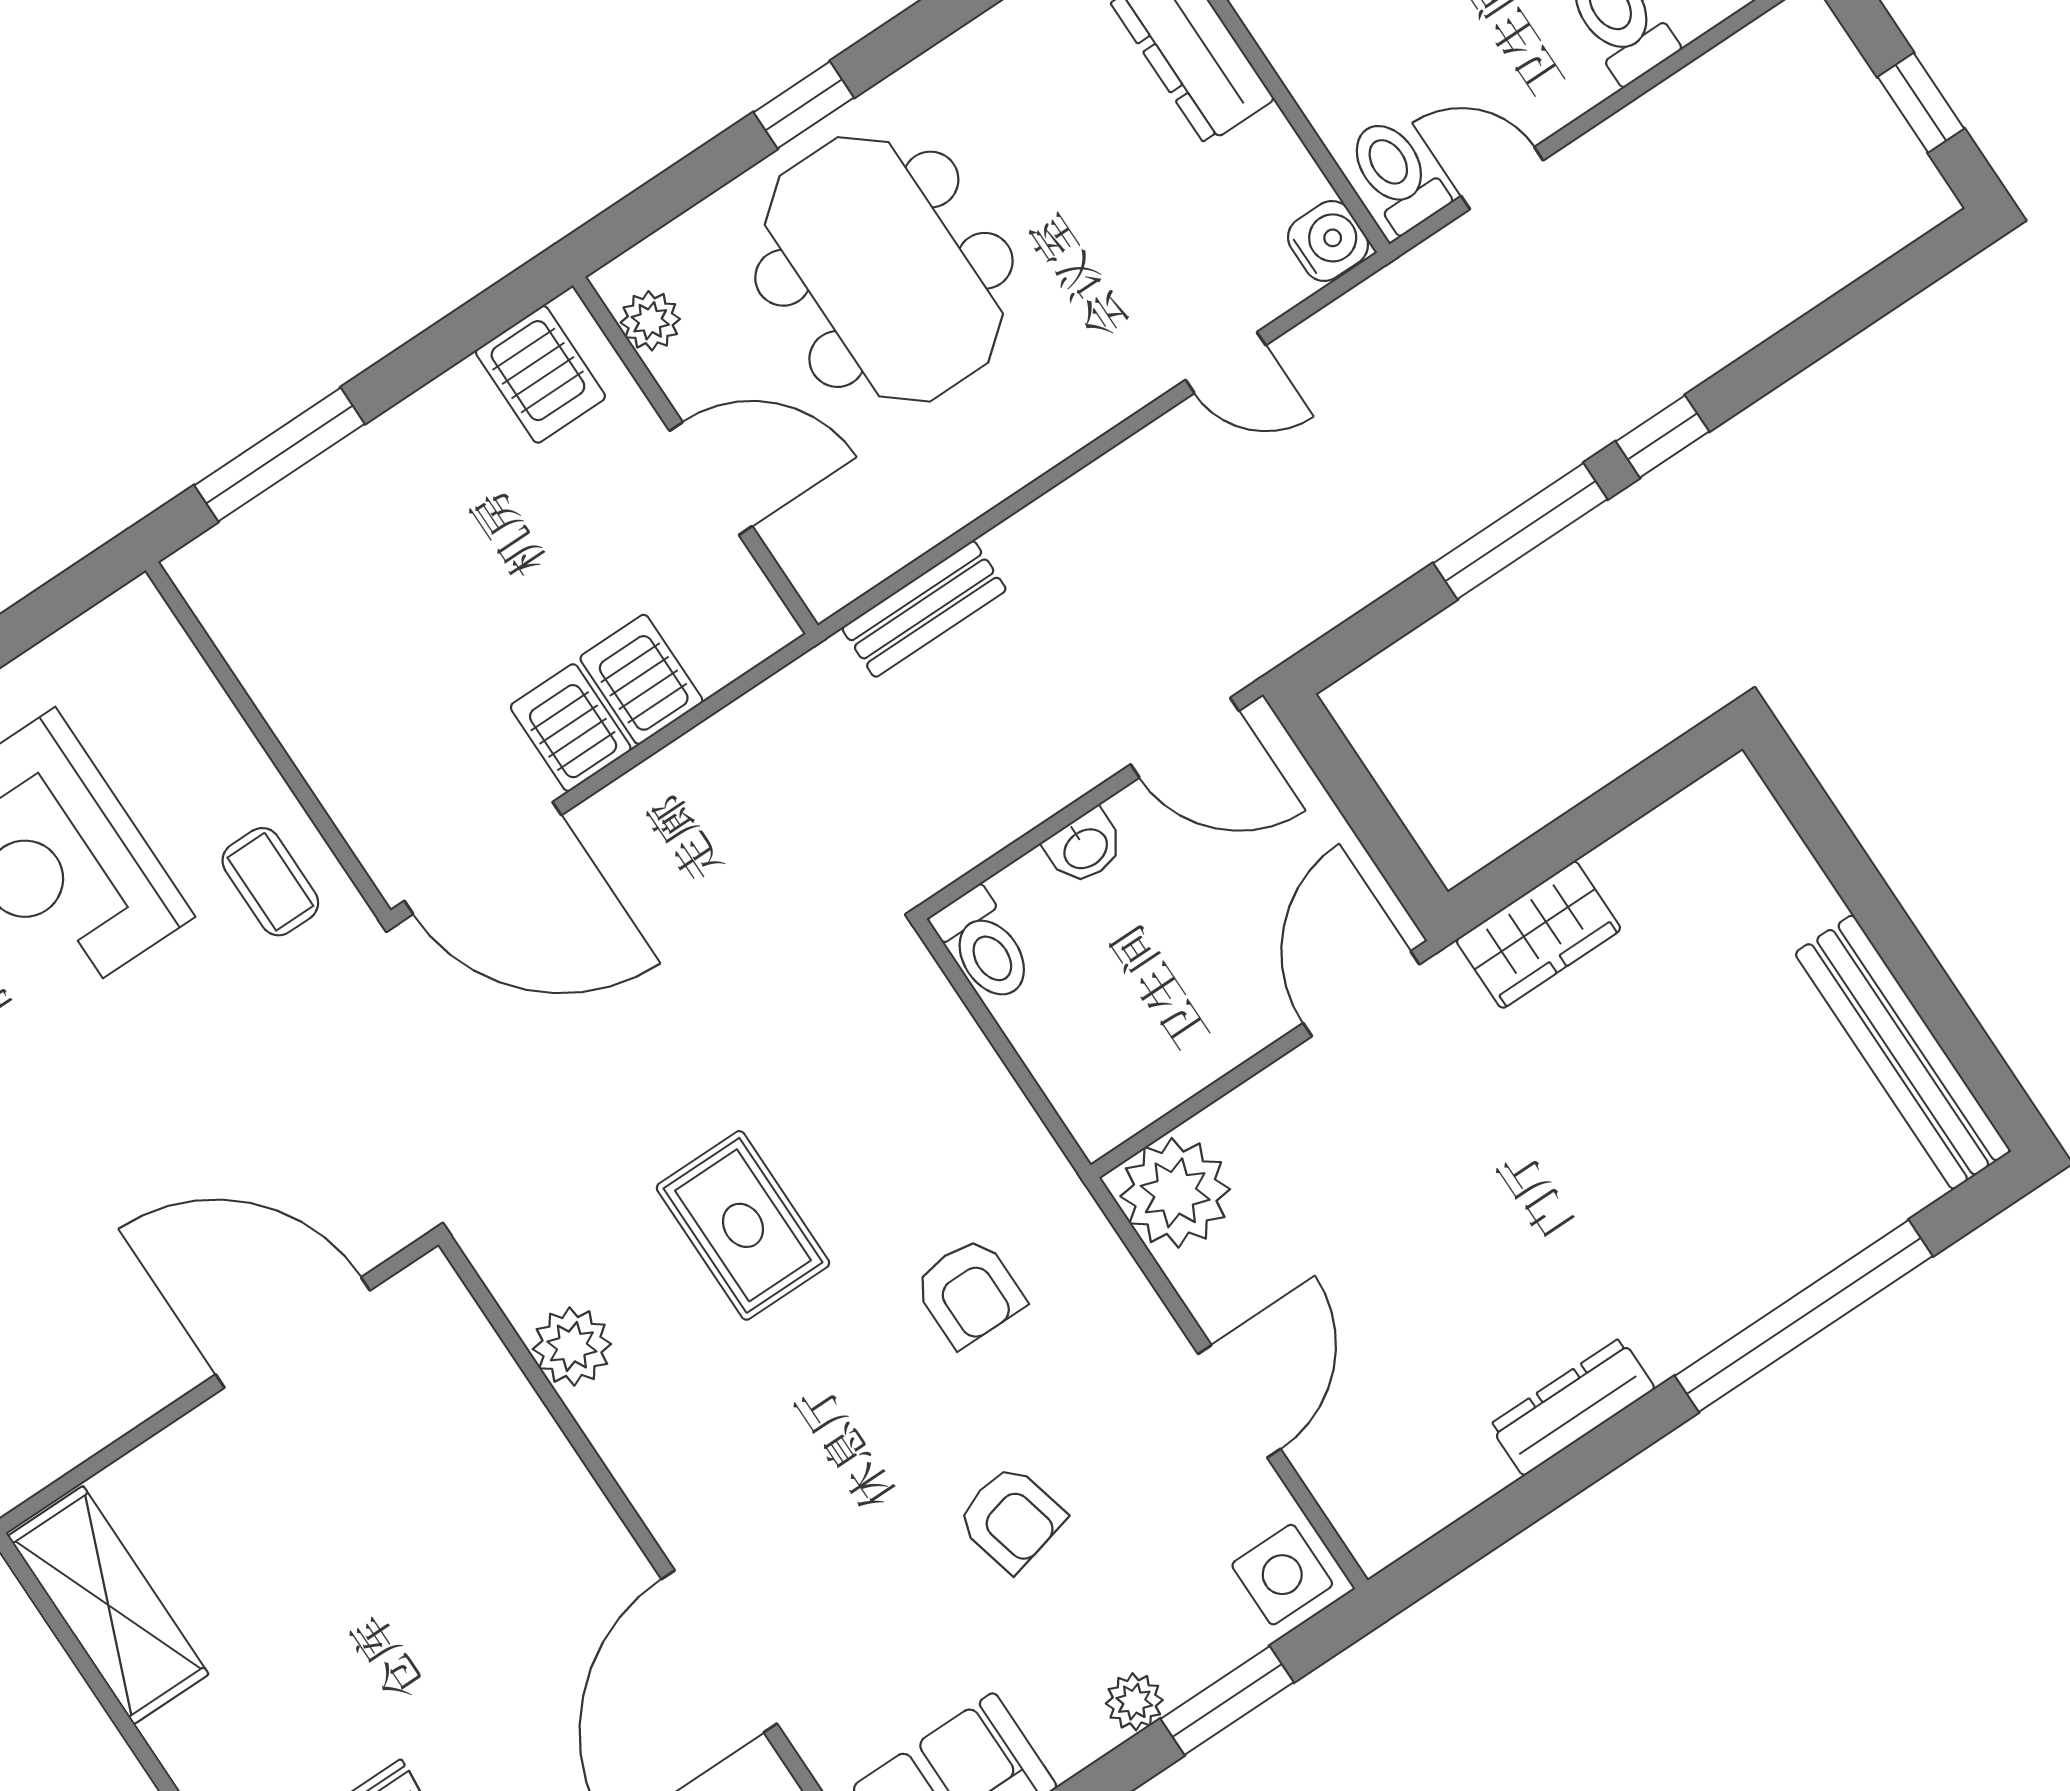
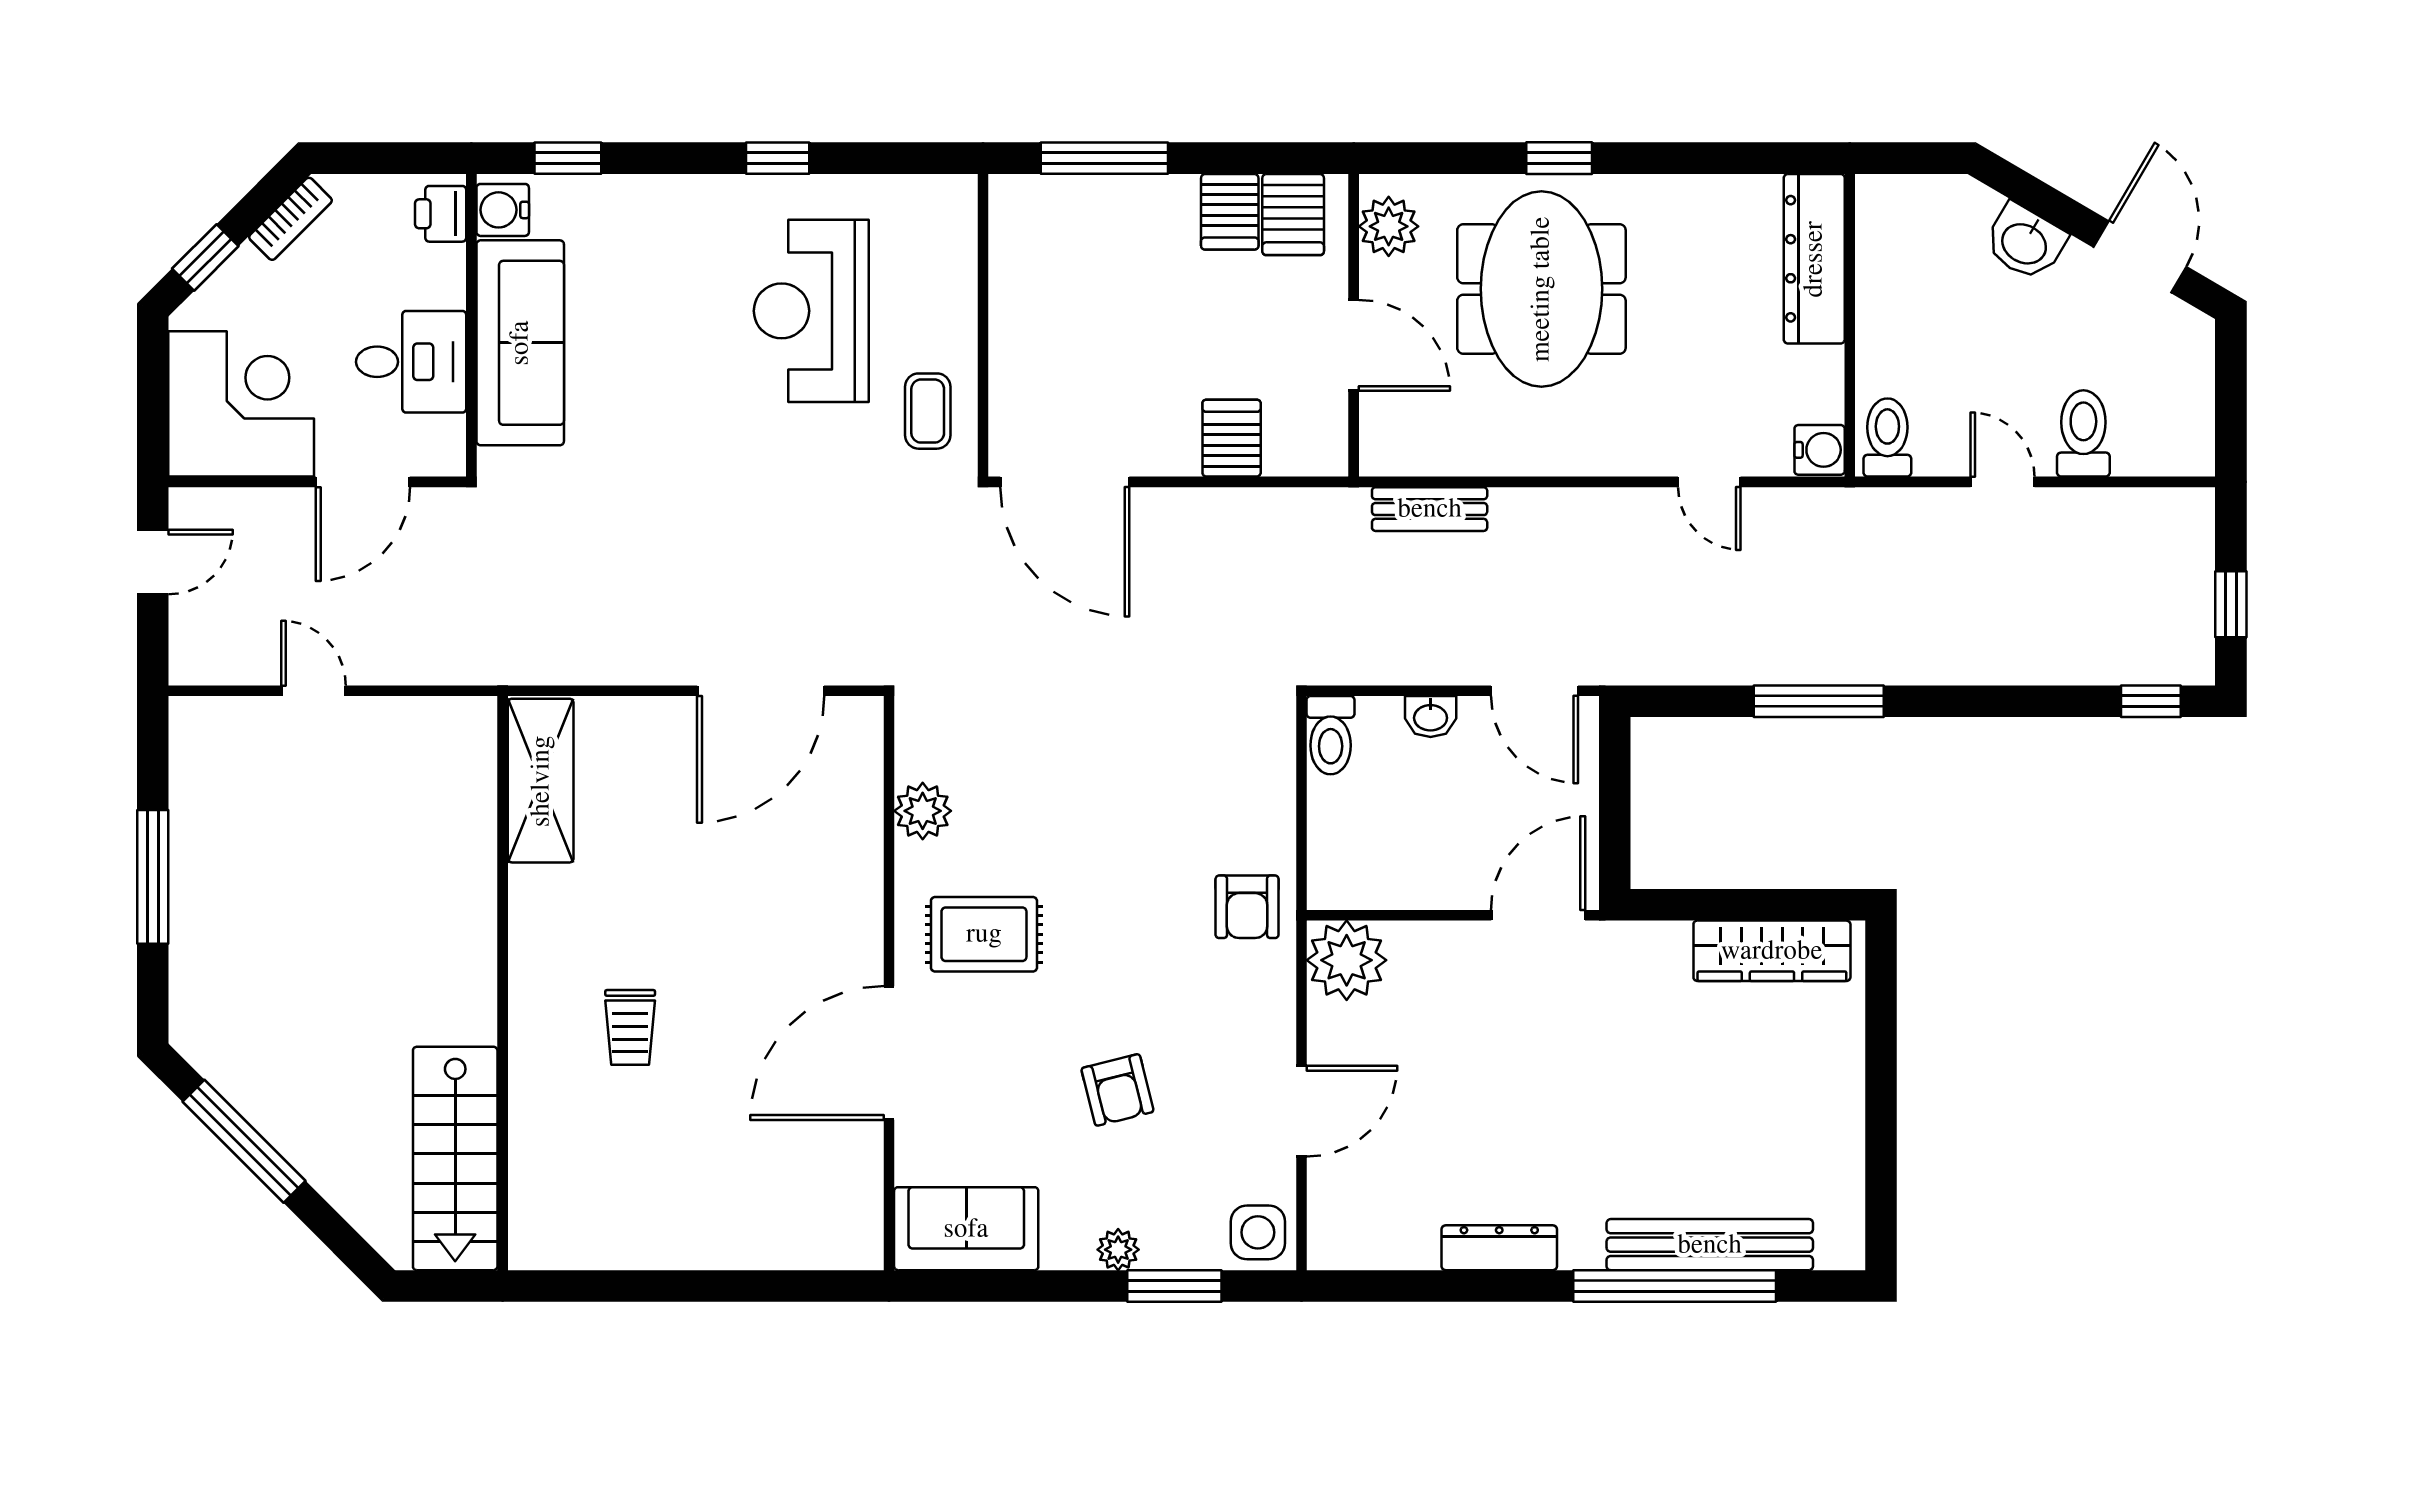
door: (1502, 178) -> (2003, 482), moved
plant: (650, 321) -> (1389, 226), width x1.38, depth x1.38
window: (1662, 436) -> (2151, 701), moved
server rack: (571, 728) -> (1230, 212), moved, turned 180
wardrobe: (1539, 935) -> (1772, 951), moved, width x1.50
bench: (1903, 1052) -> (1710, 1245), moved, turned 90
rug: (743, 1225) -> (984, 934), moved, turned 90
armchair: (969, 1292) -> (1247, 907), moved
door: (293, 1332) -> (761, 691), swing flipped

